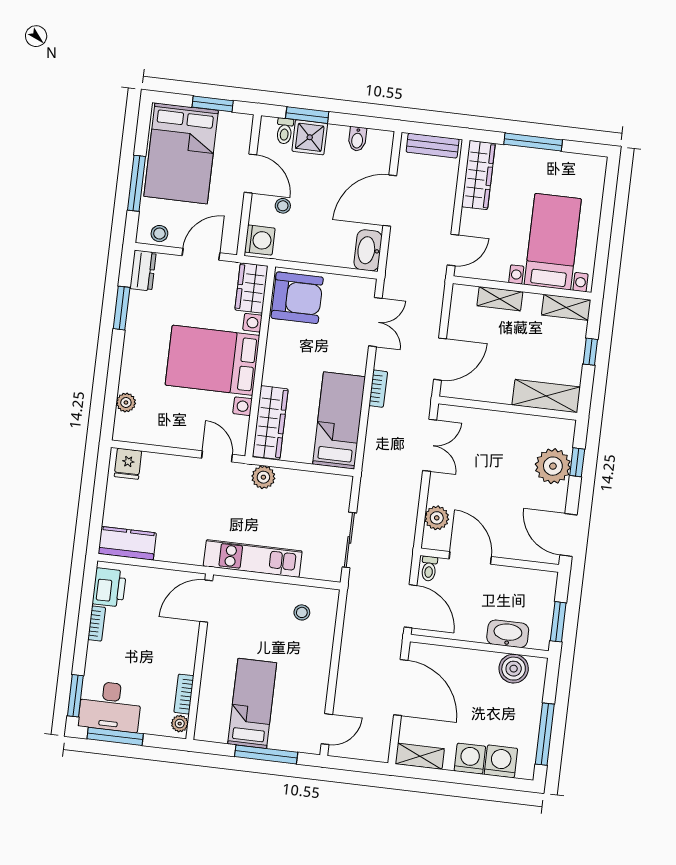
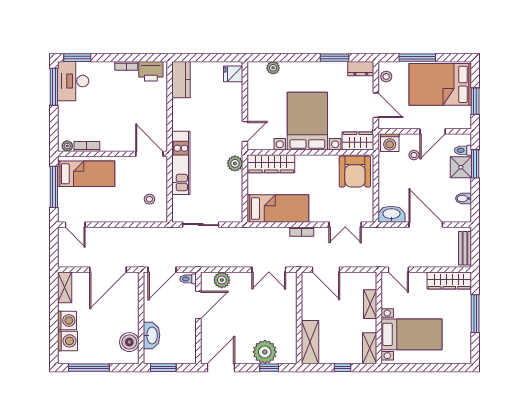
door: (206, 601) -> (149, 154), moved
wall: (200, 657) -> (113, 154), moved
bookcase: (184, 694) -> (87, 146), moved
plant: (180, 724) -> (67, 146), moved

